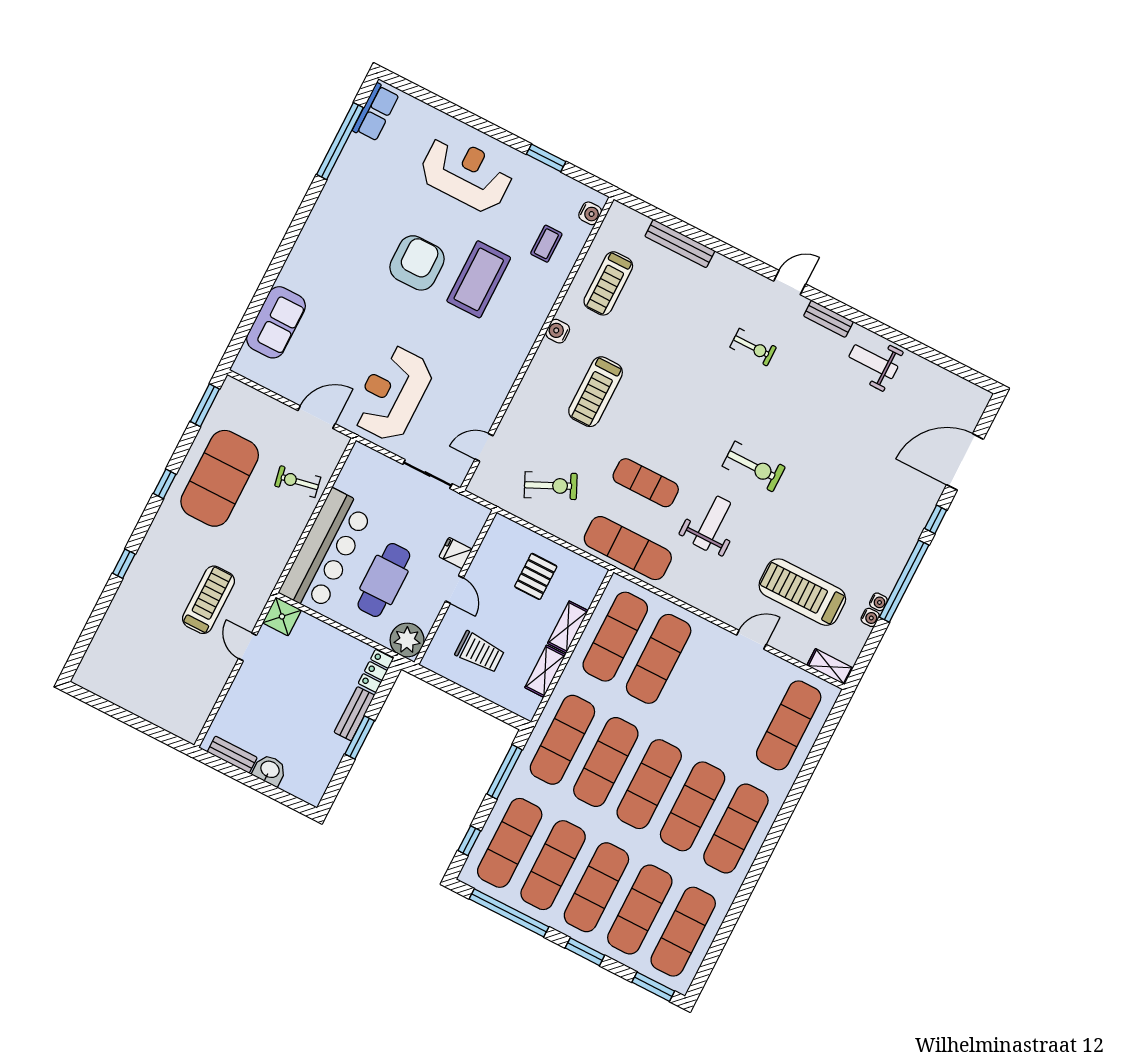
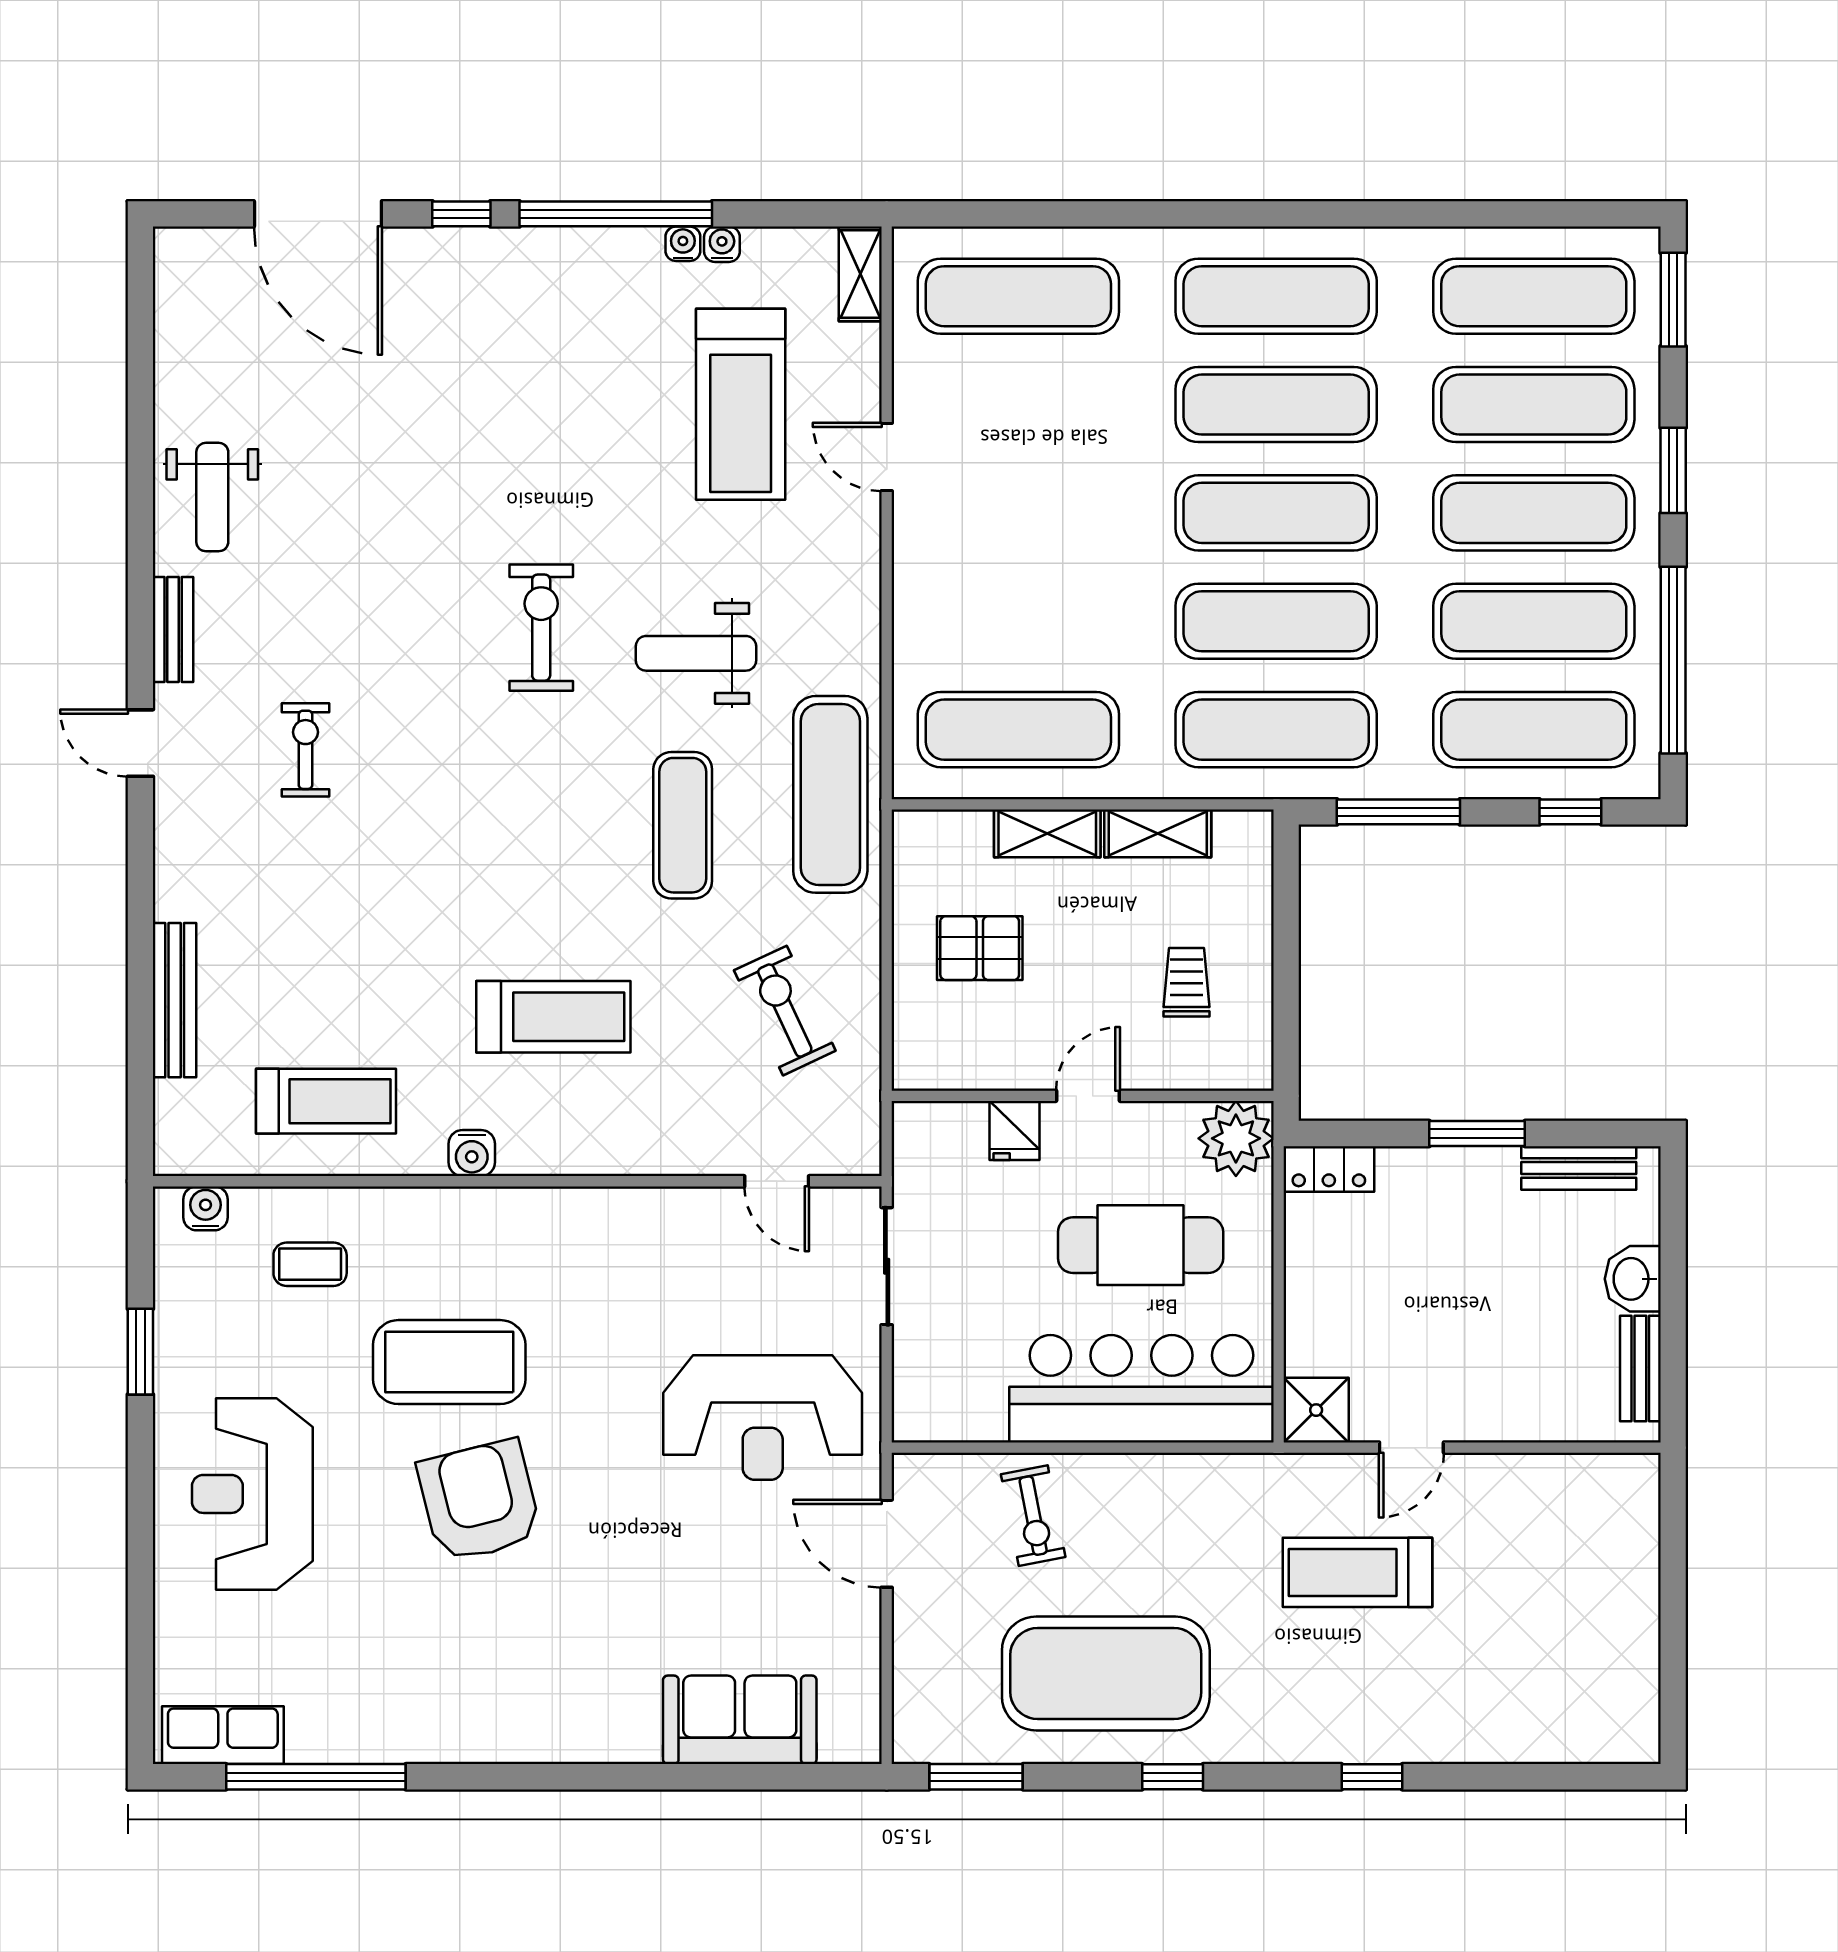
armchair: (417, 263) -> (479, 1501), turned 76
trolley: (480, 652) -> (1187, 982), width x0.73, depth x0.72
exercise mat: (659, 659) -> (1018, 621), removed
bench: (354, 714) -> (1579, 1168), moved

